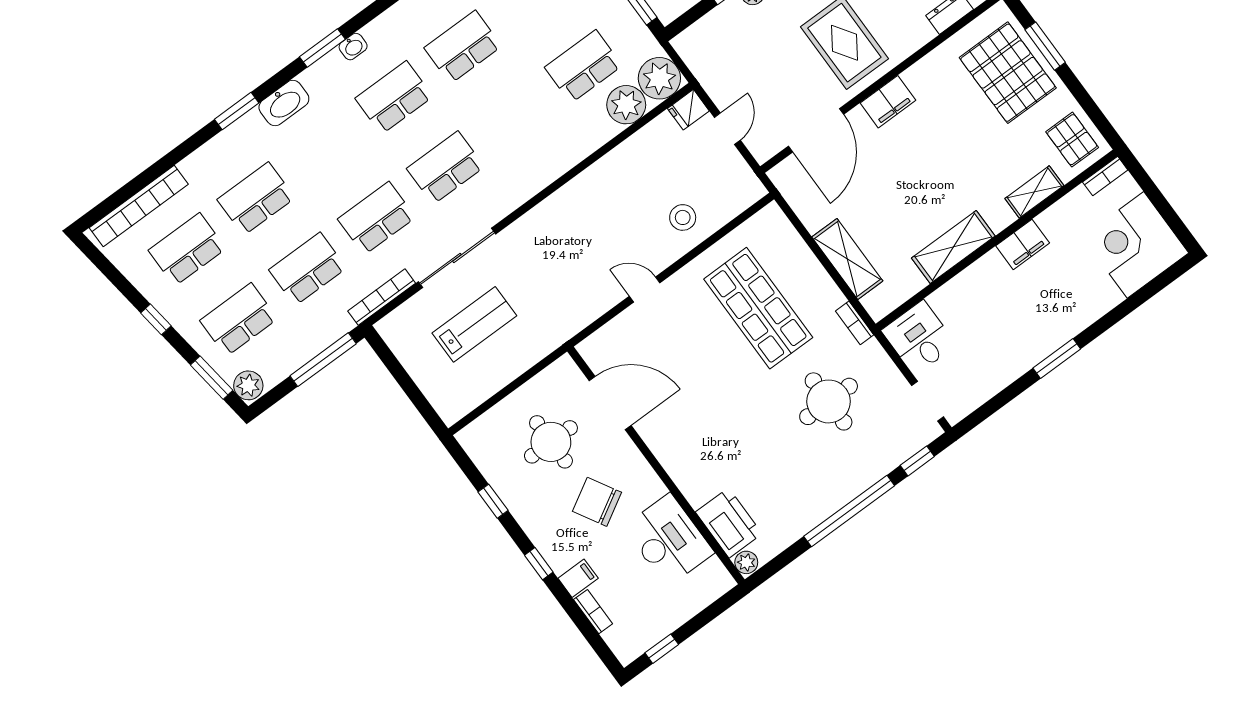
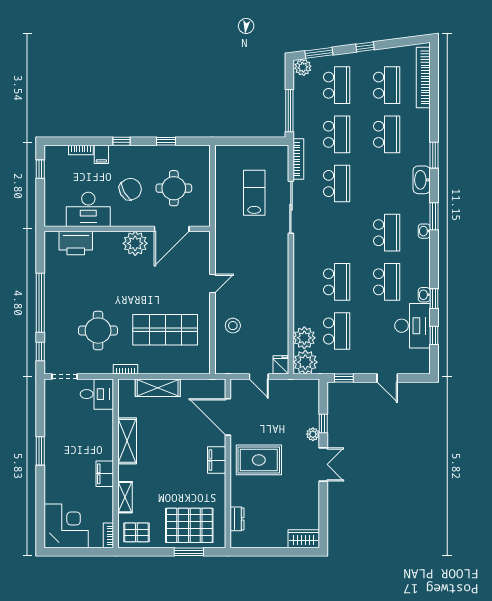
school desk: (445, 168) -> (337, 282), moved
lab bench: (474, 324) -> (254, 193), turned 180
plant: (746, 562) -> (135, 243), moved, width x1.87, depth x1.87

